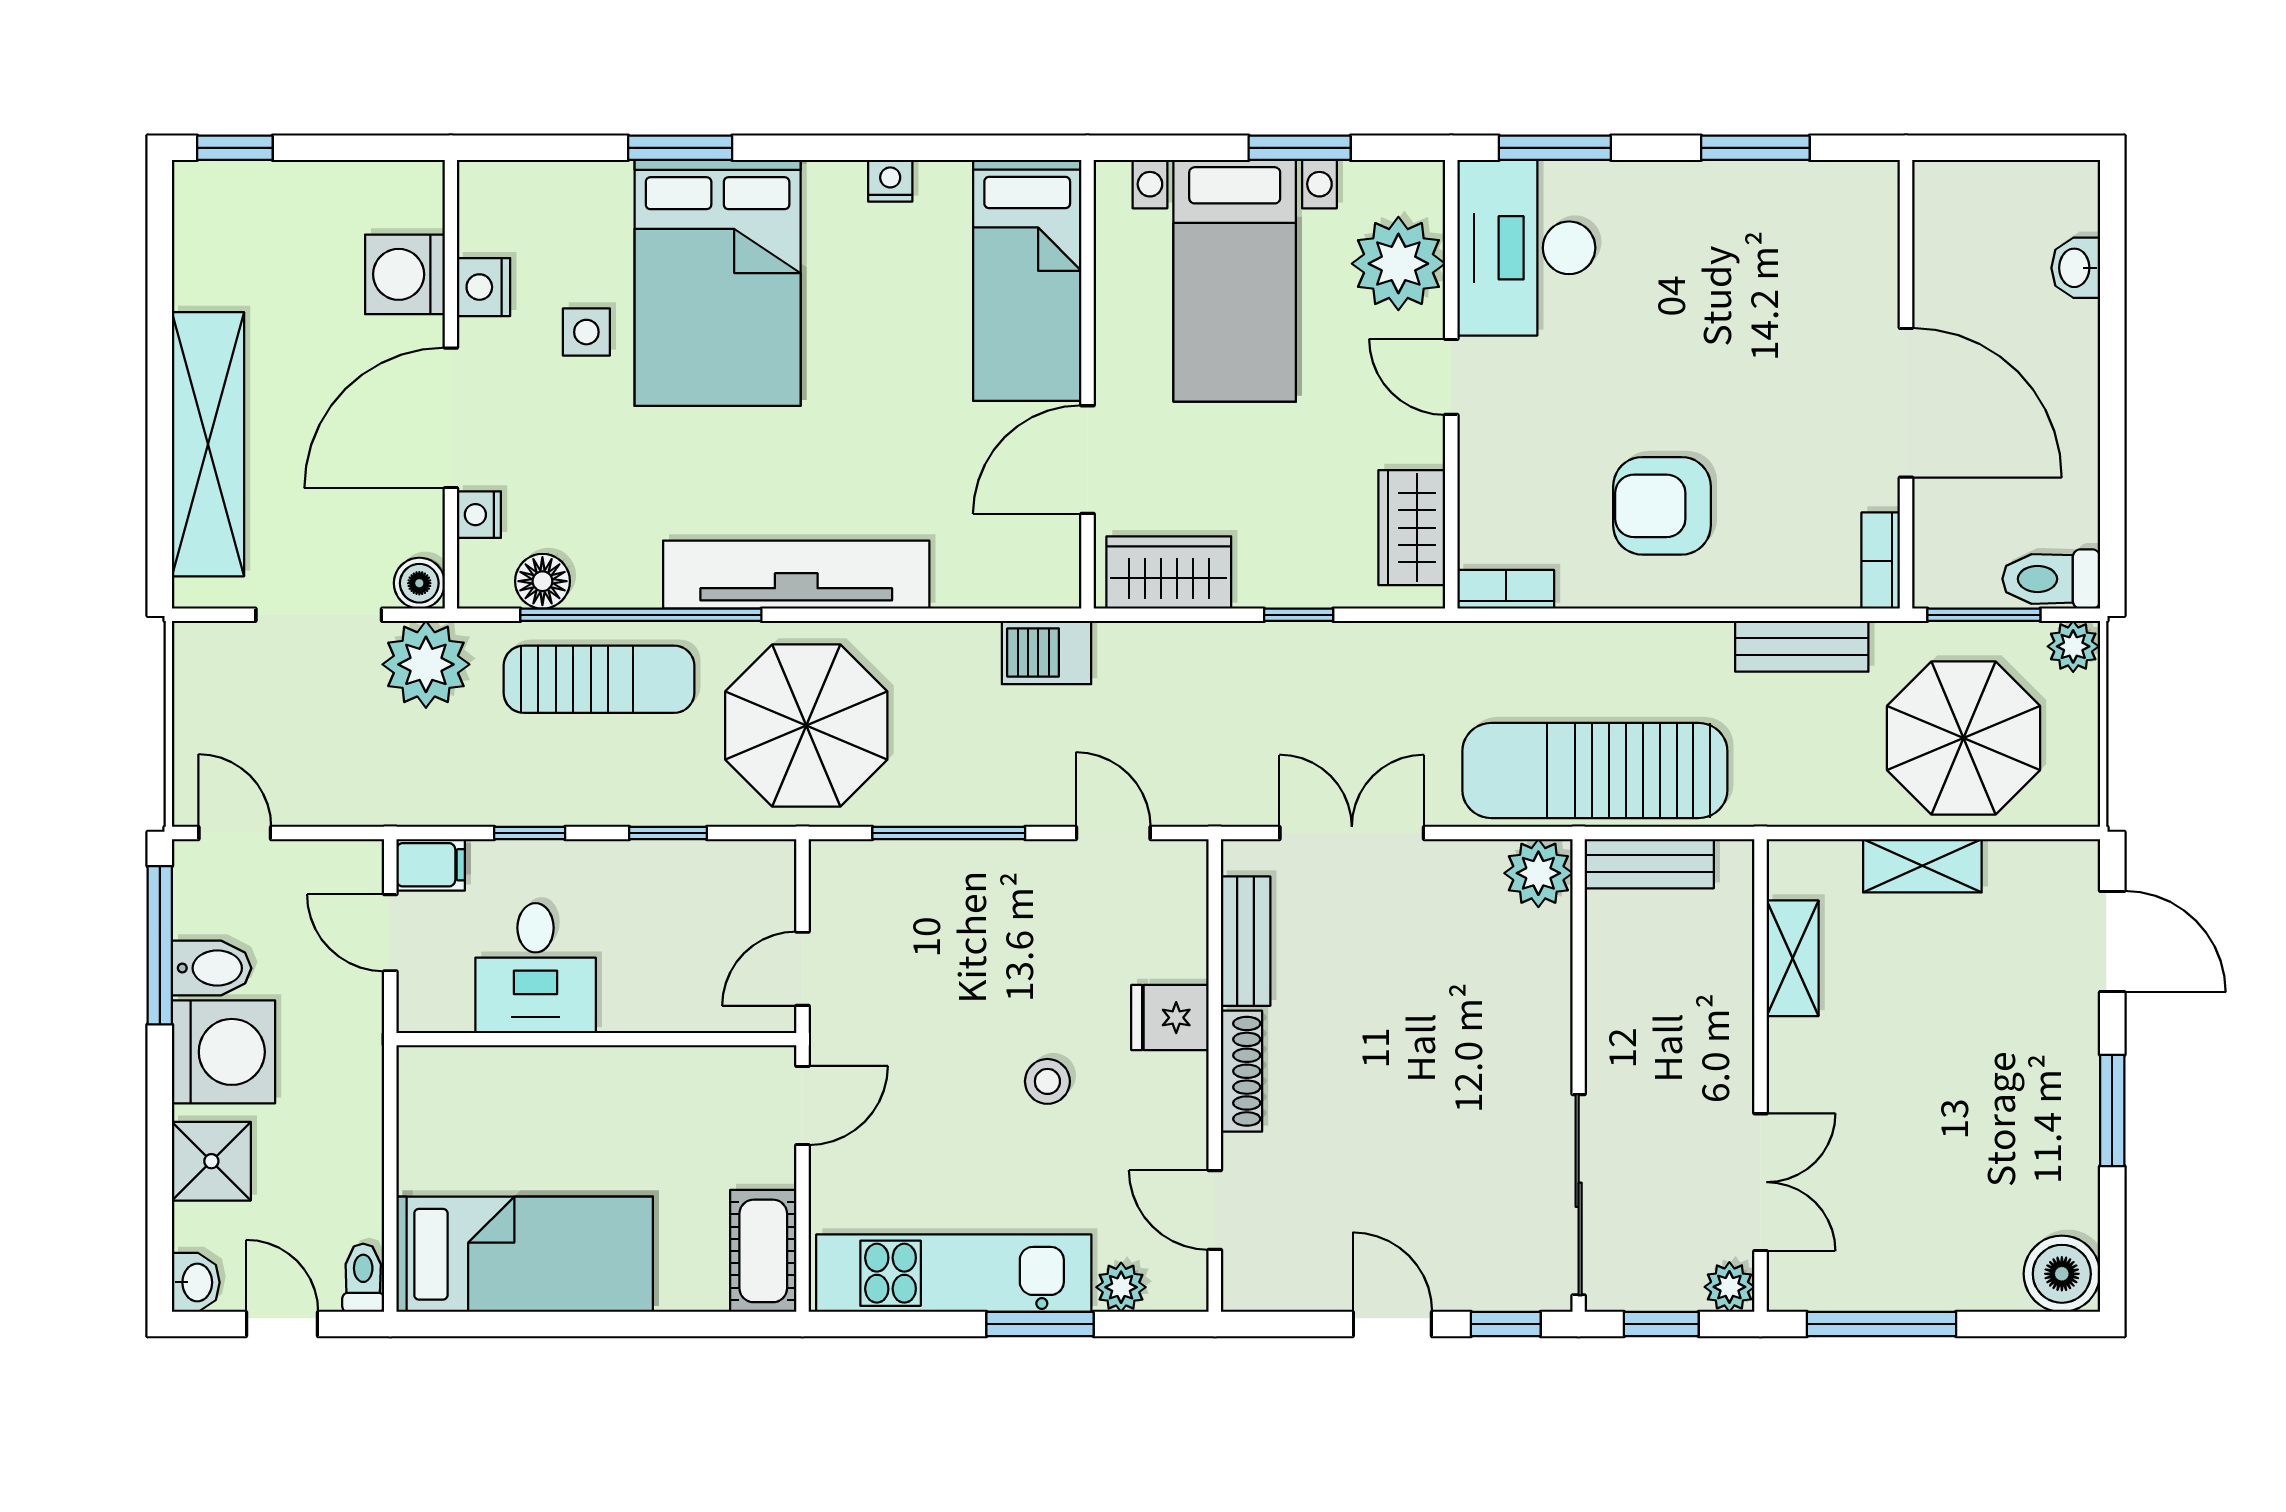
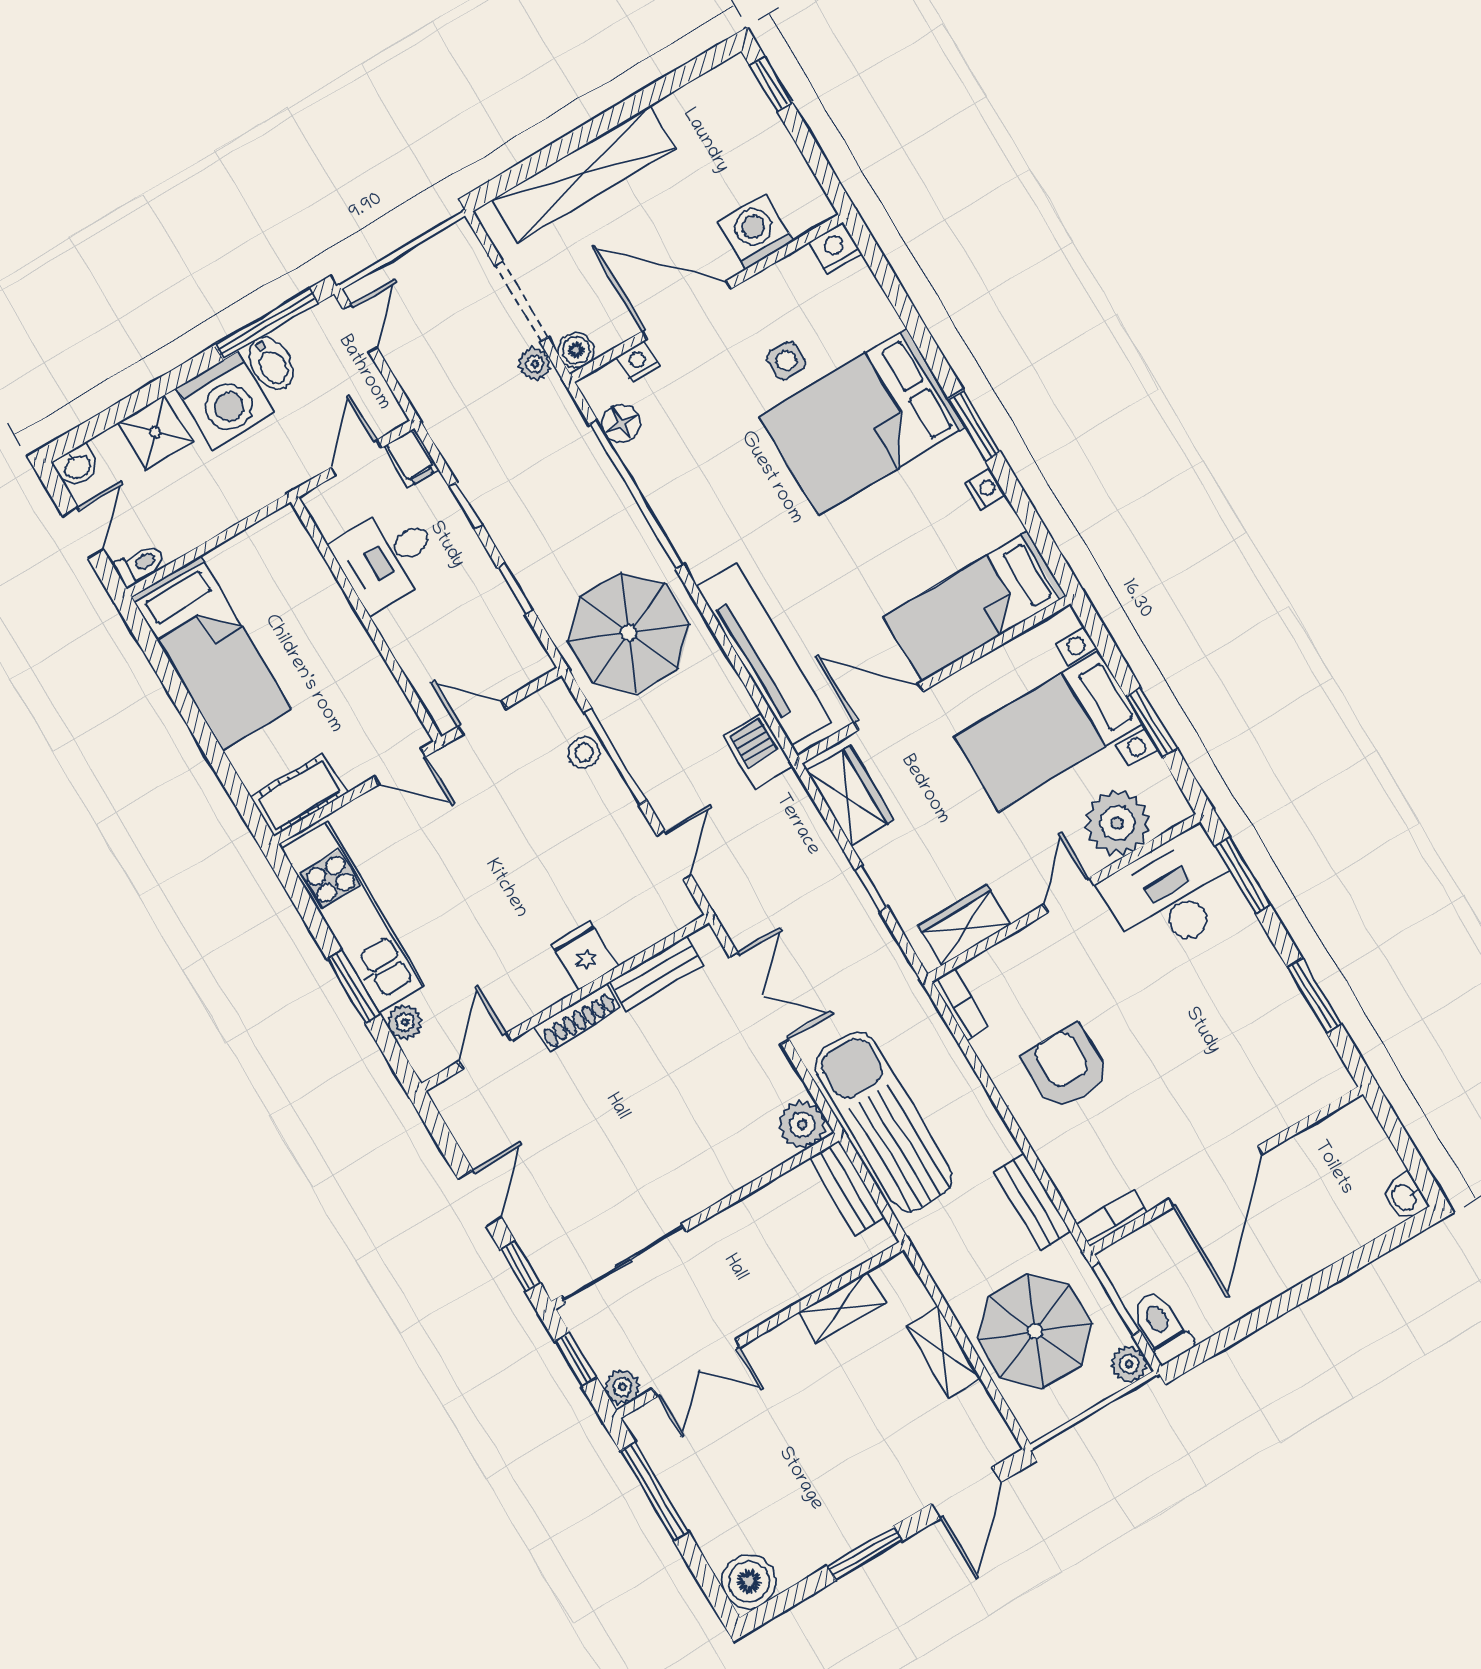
window: (680, 148) -> (975, 426), moved
washbasin: (2076, 268) -> (1405, 1197), moved, turned -90
nightstand: (484, 287) -> (835, 248), moved
tv unit: (796, 575) -> (764, 654), moved
plant: (426, 664) -> (535, 364), width x0.53, depth x0.53
sun lounger: (599, 679) -> (583, 492), removed
stool: (1047, 1081) -> (584, 753), moved

